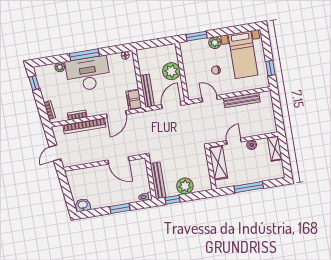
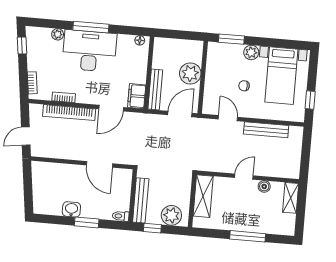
shelving: (218, 163) -> (203, 196), moved
wall: (211, 168) -> (192, 201), moved
washbasin: (83, 205) -> (71, 209), moved

